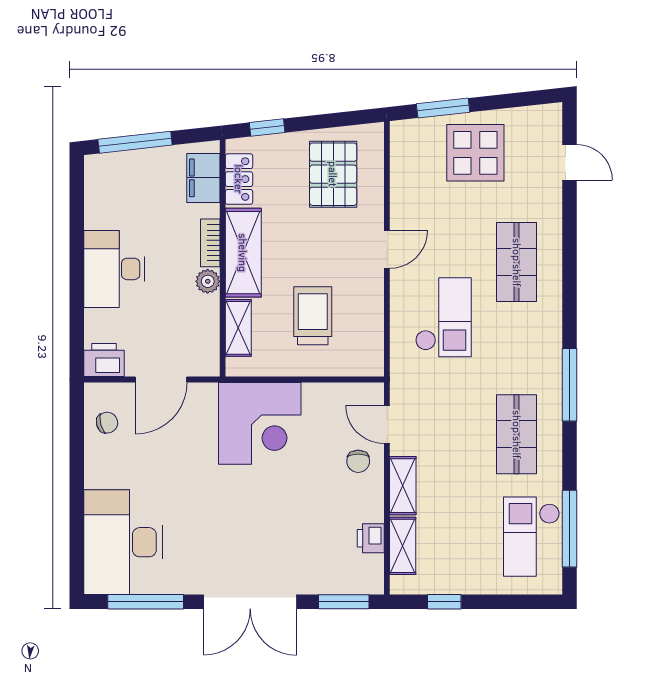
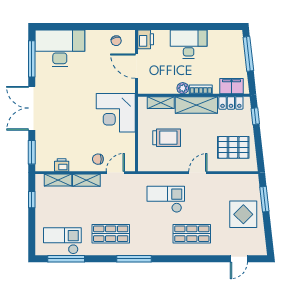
door: (387, 249) -> (198, 173), swing flipped
checkout: (443, 317) -> (166, 199), turned 180

